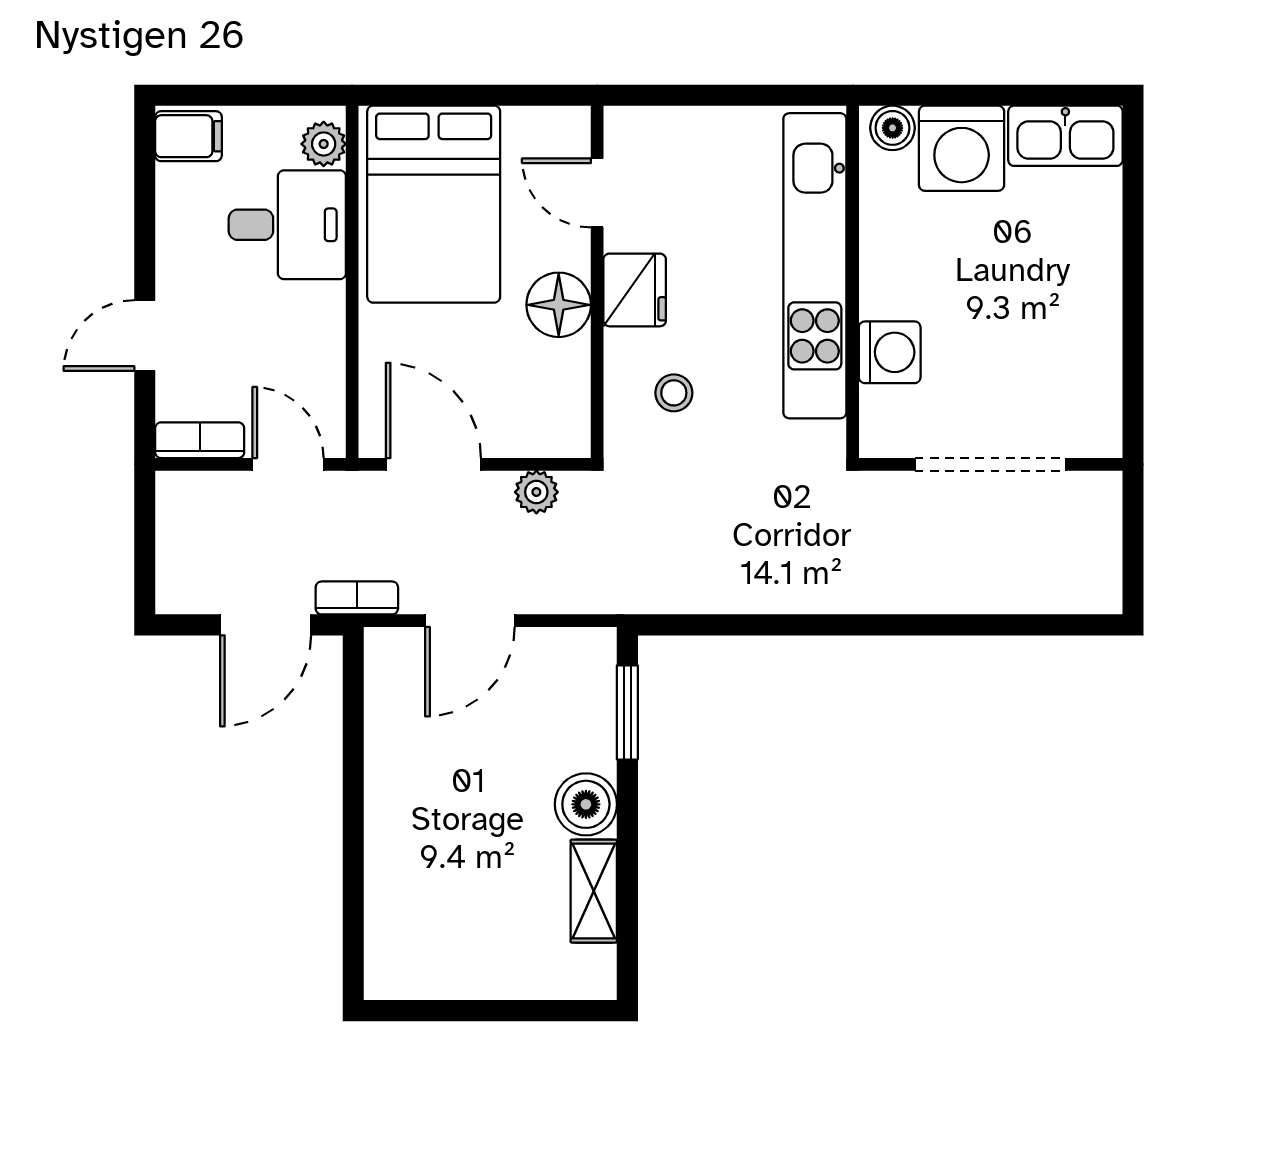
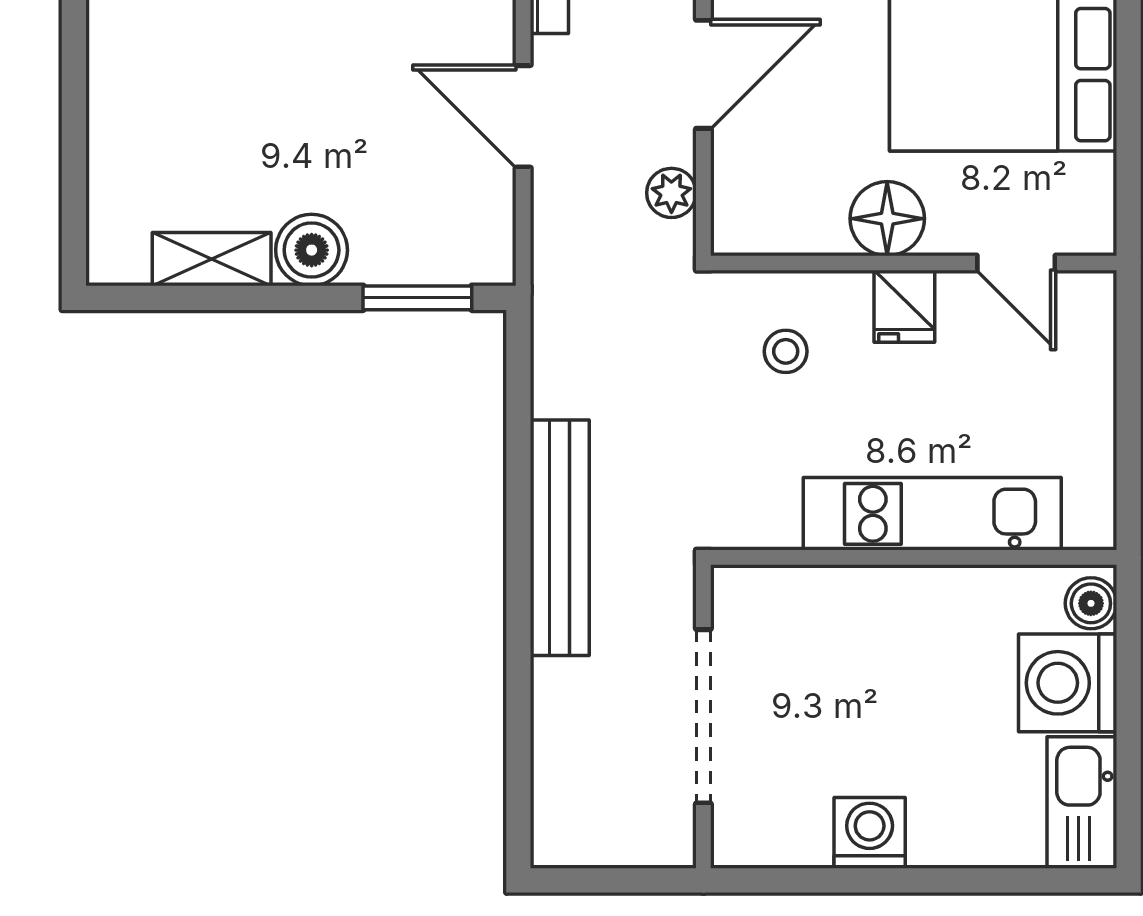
door: (597, 193) -> (1016, 263), swing flipped
kitchen unit: (815, 266) -> (932, 514), width x0.73
fridge: (635, 290) -> (904, 306), width x0.72
washing machine: (890, 352) -> (870, 833), moved, turned 180
bench: (836, 589) -> (560, 538), added

